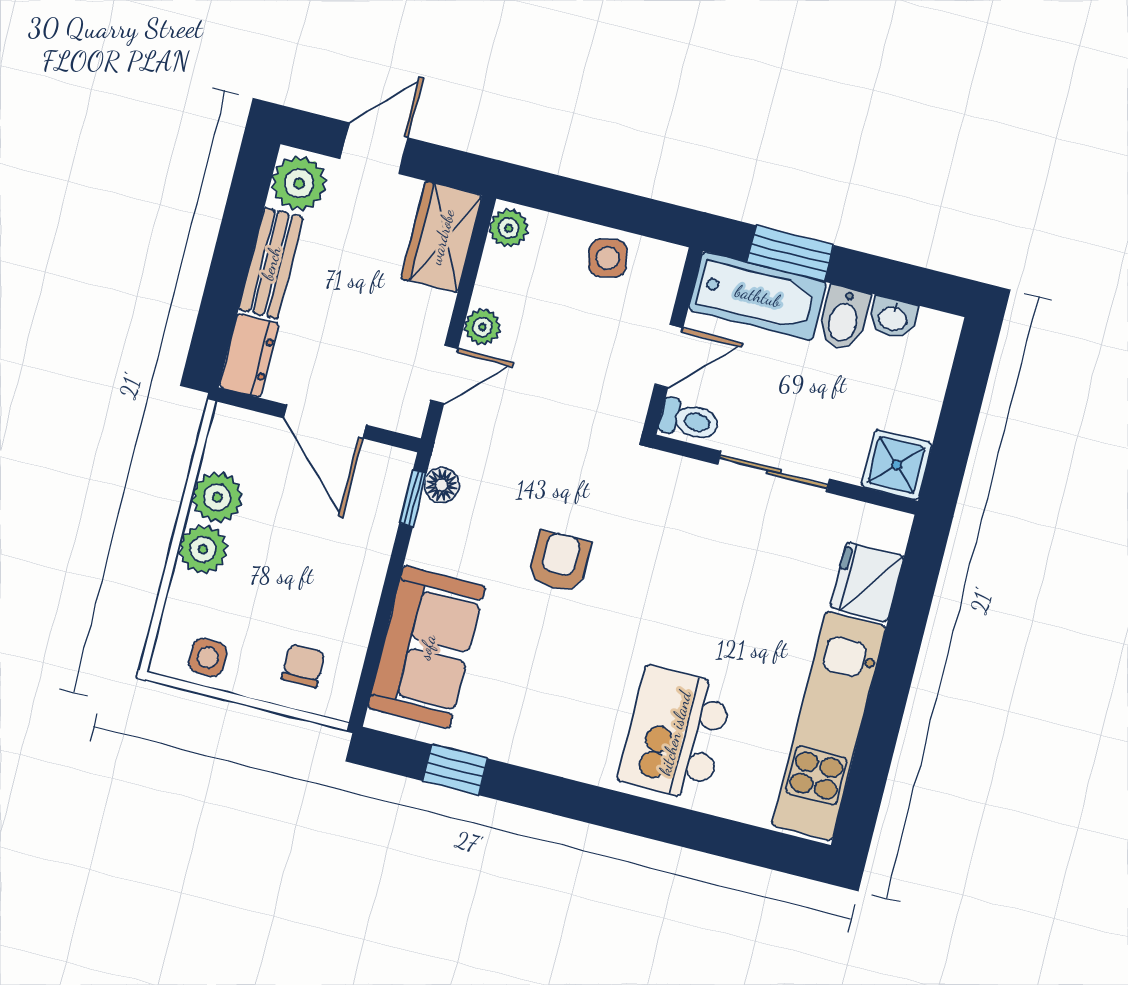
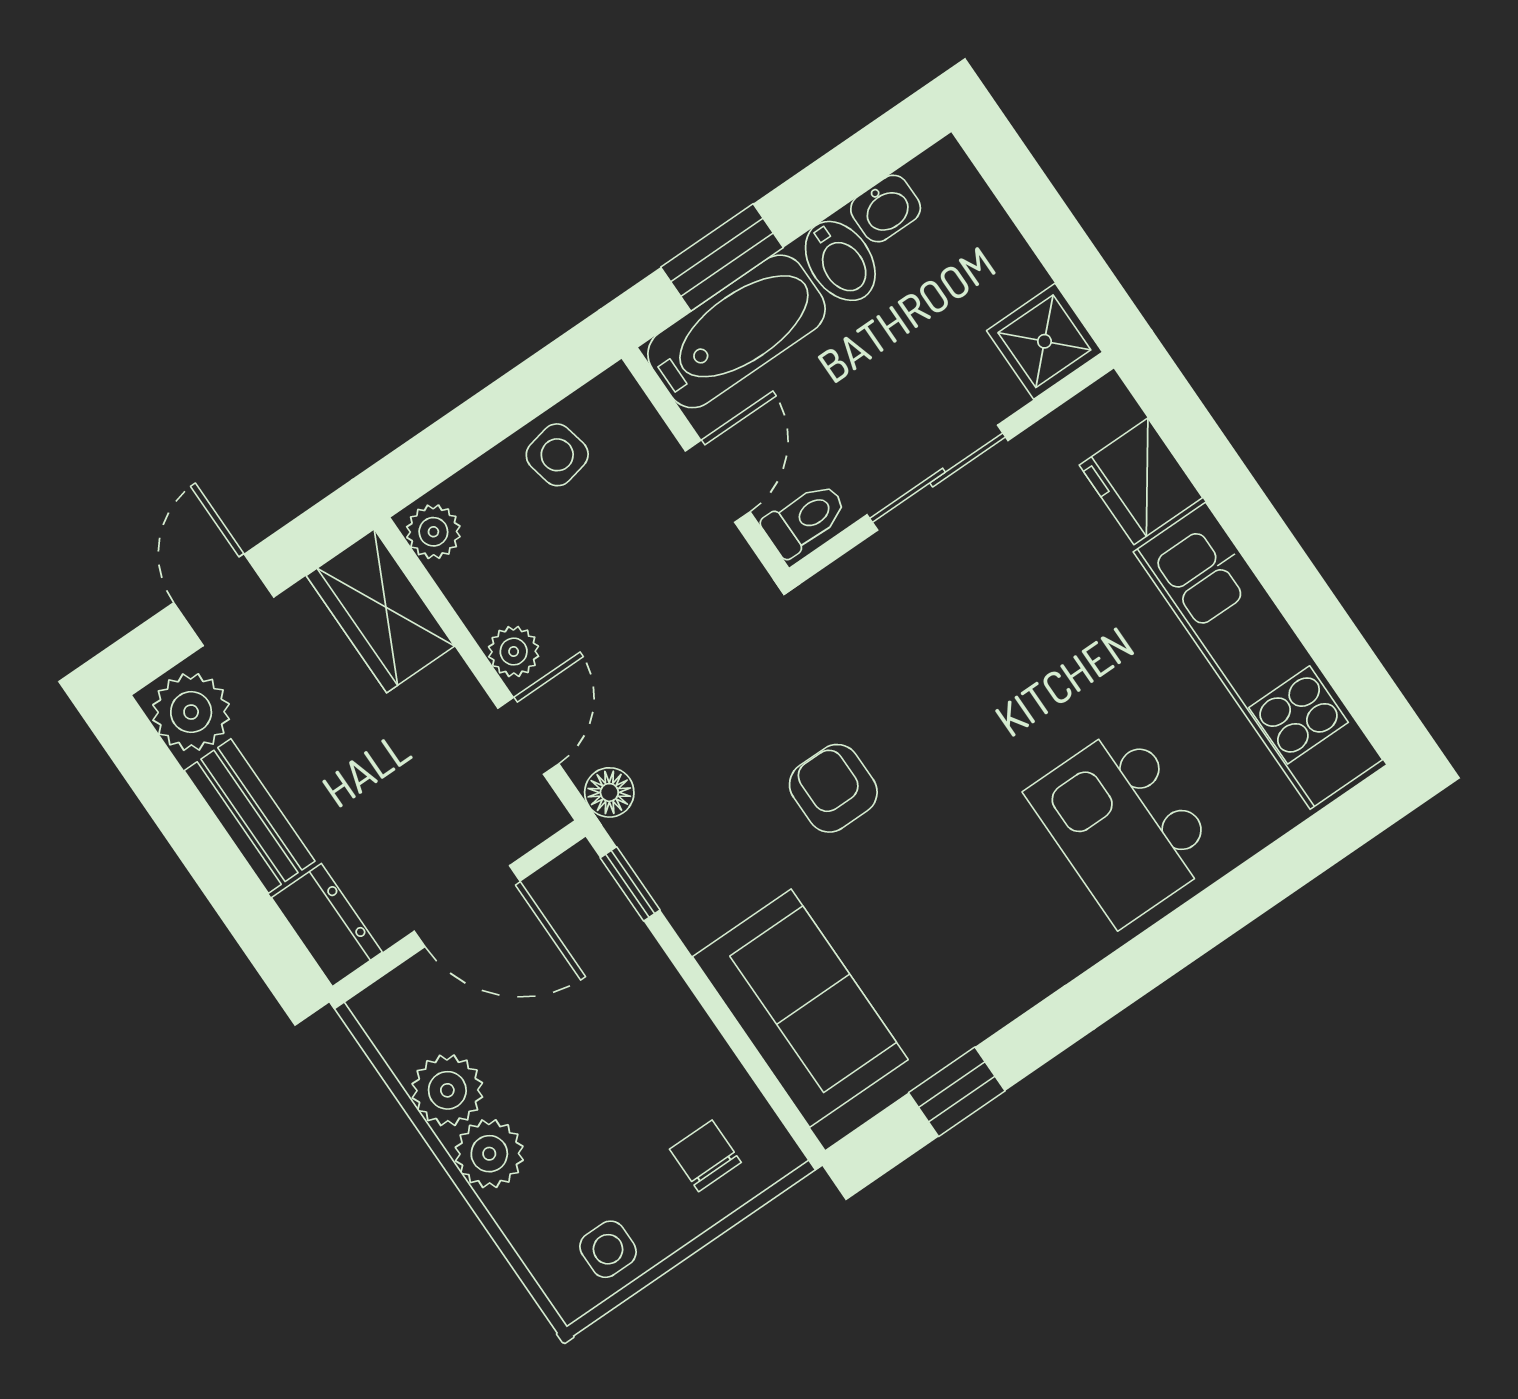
floor lamp: (442, 485) -> (609, 792), moved

